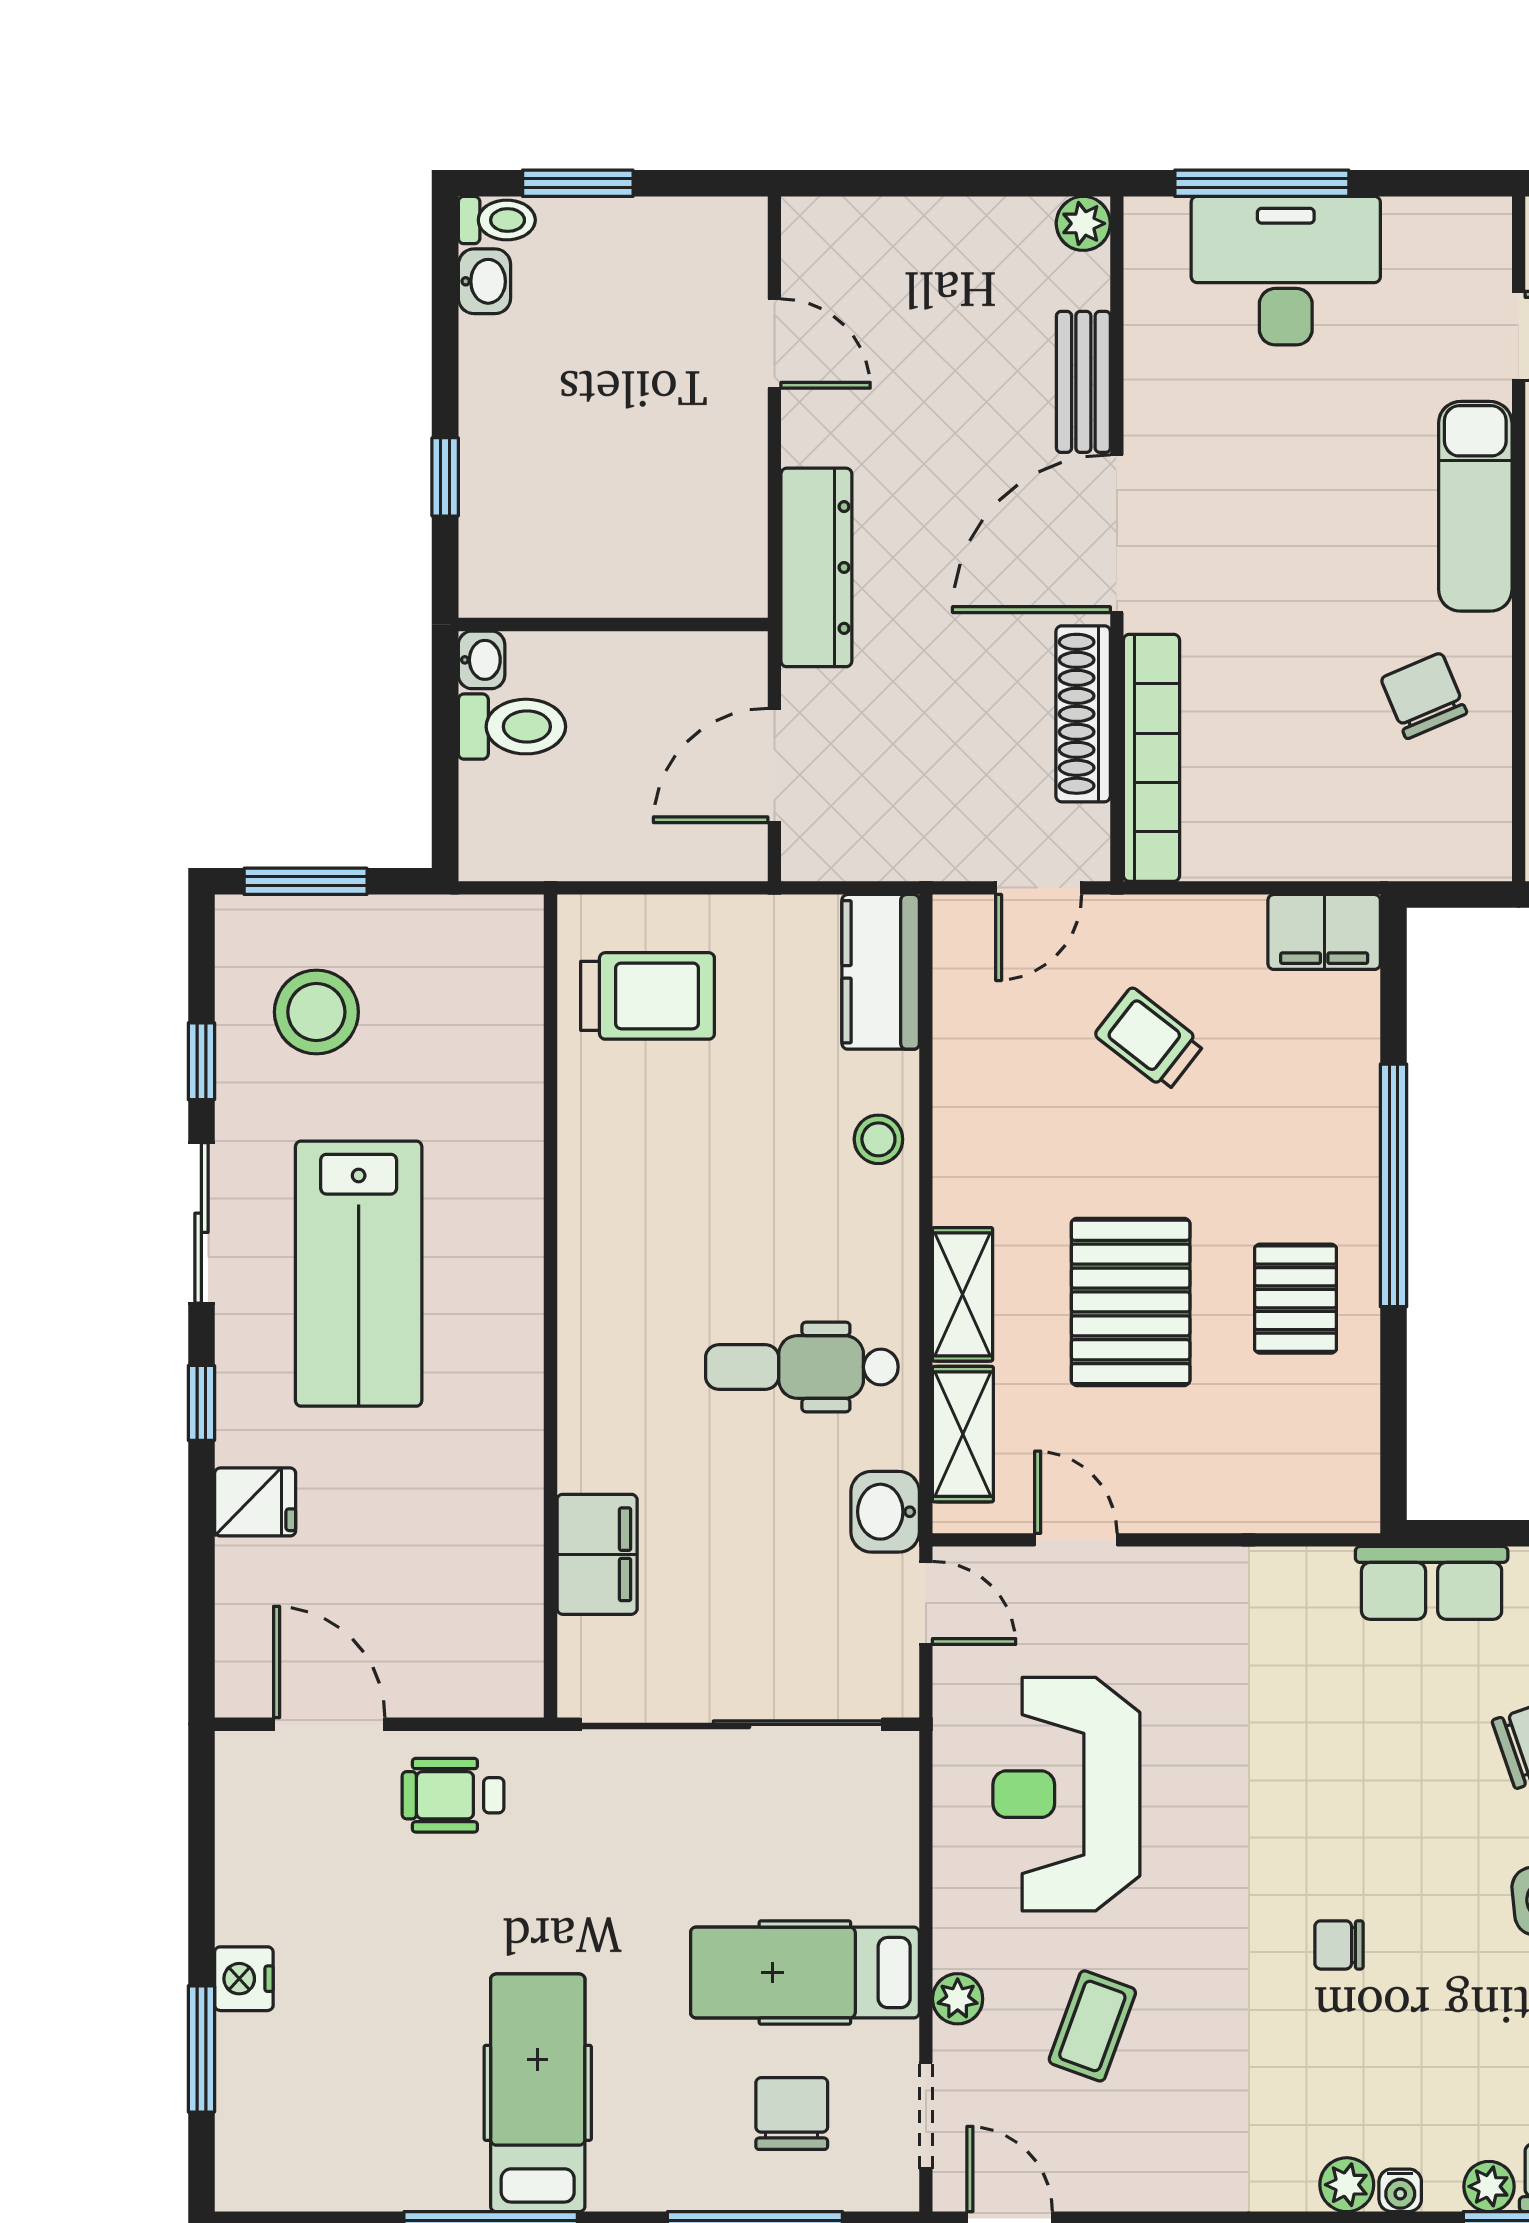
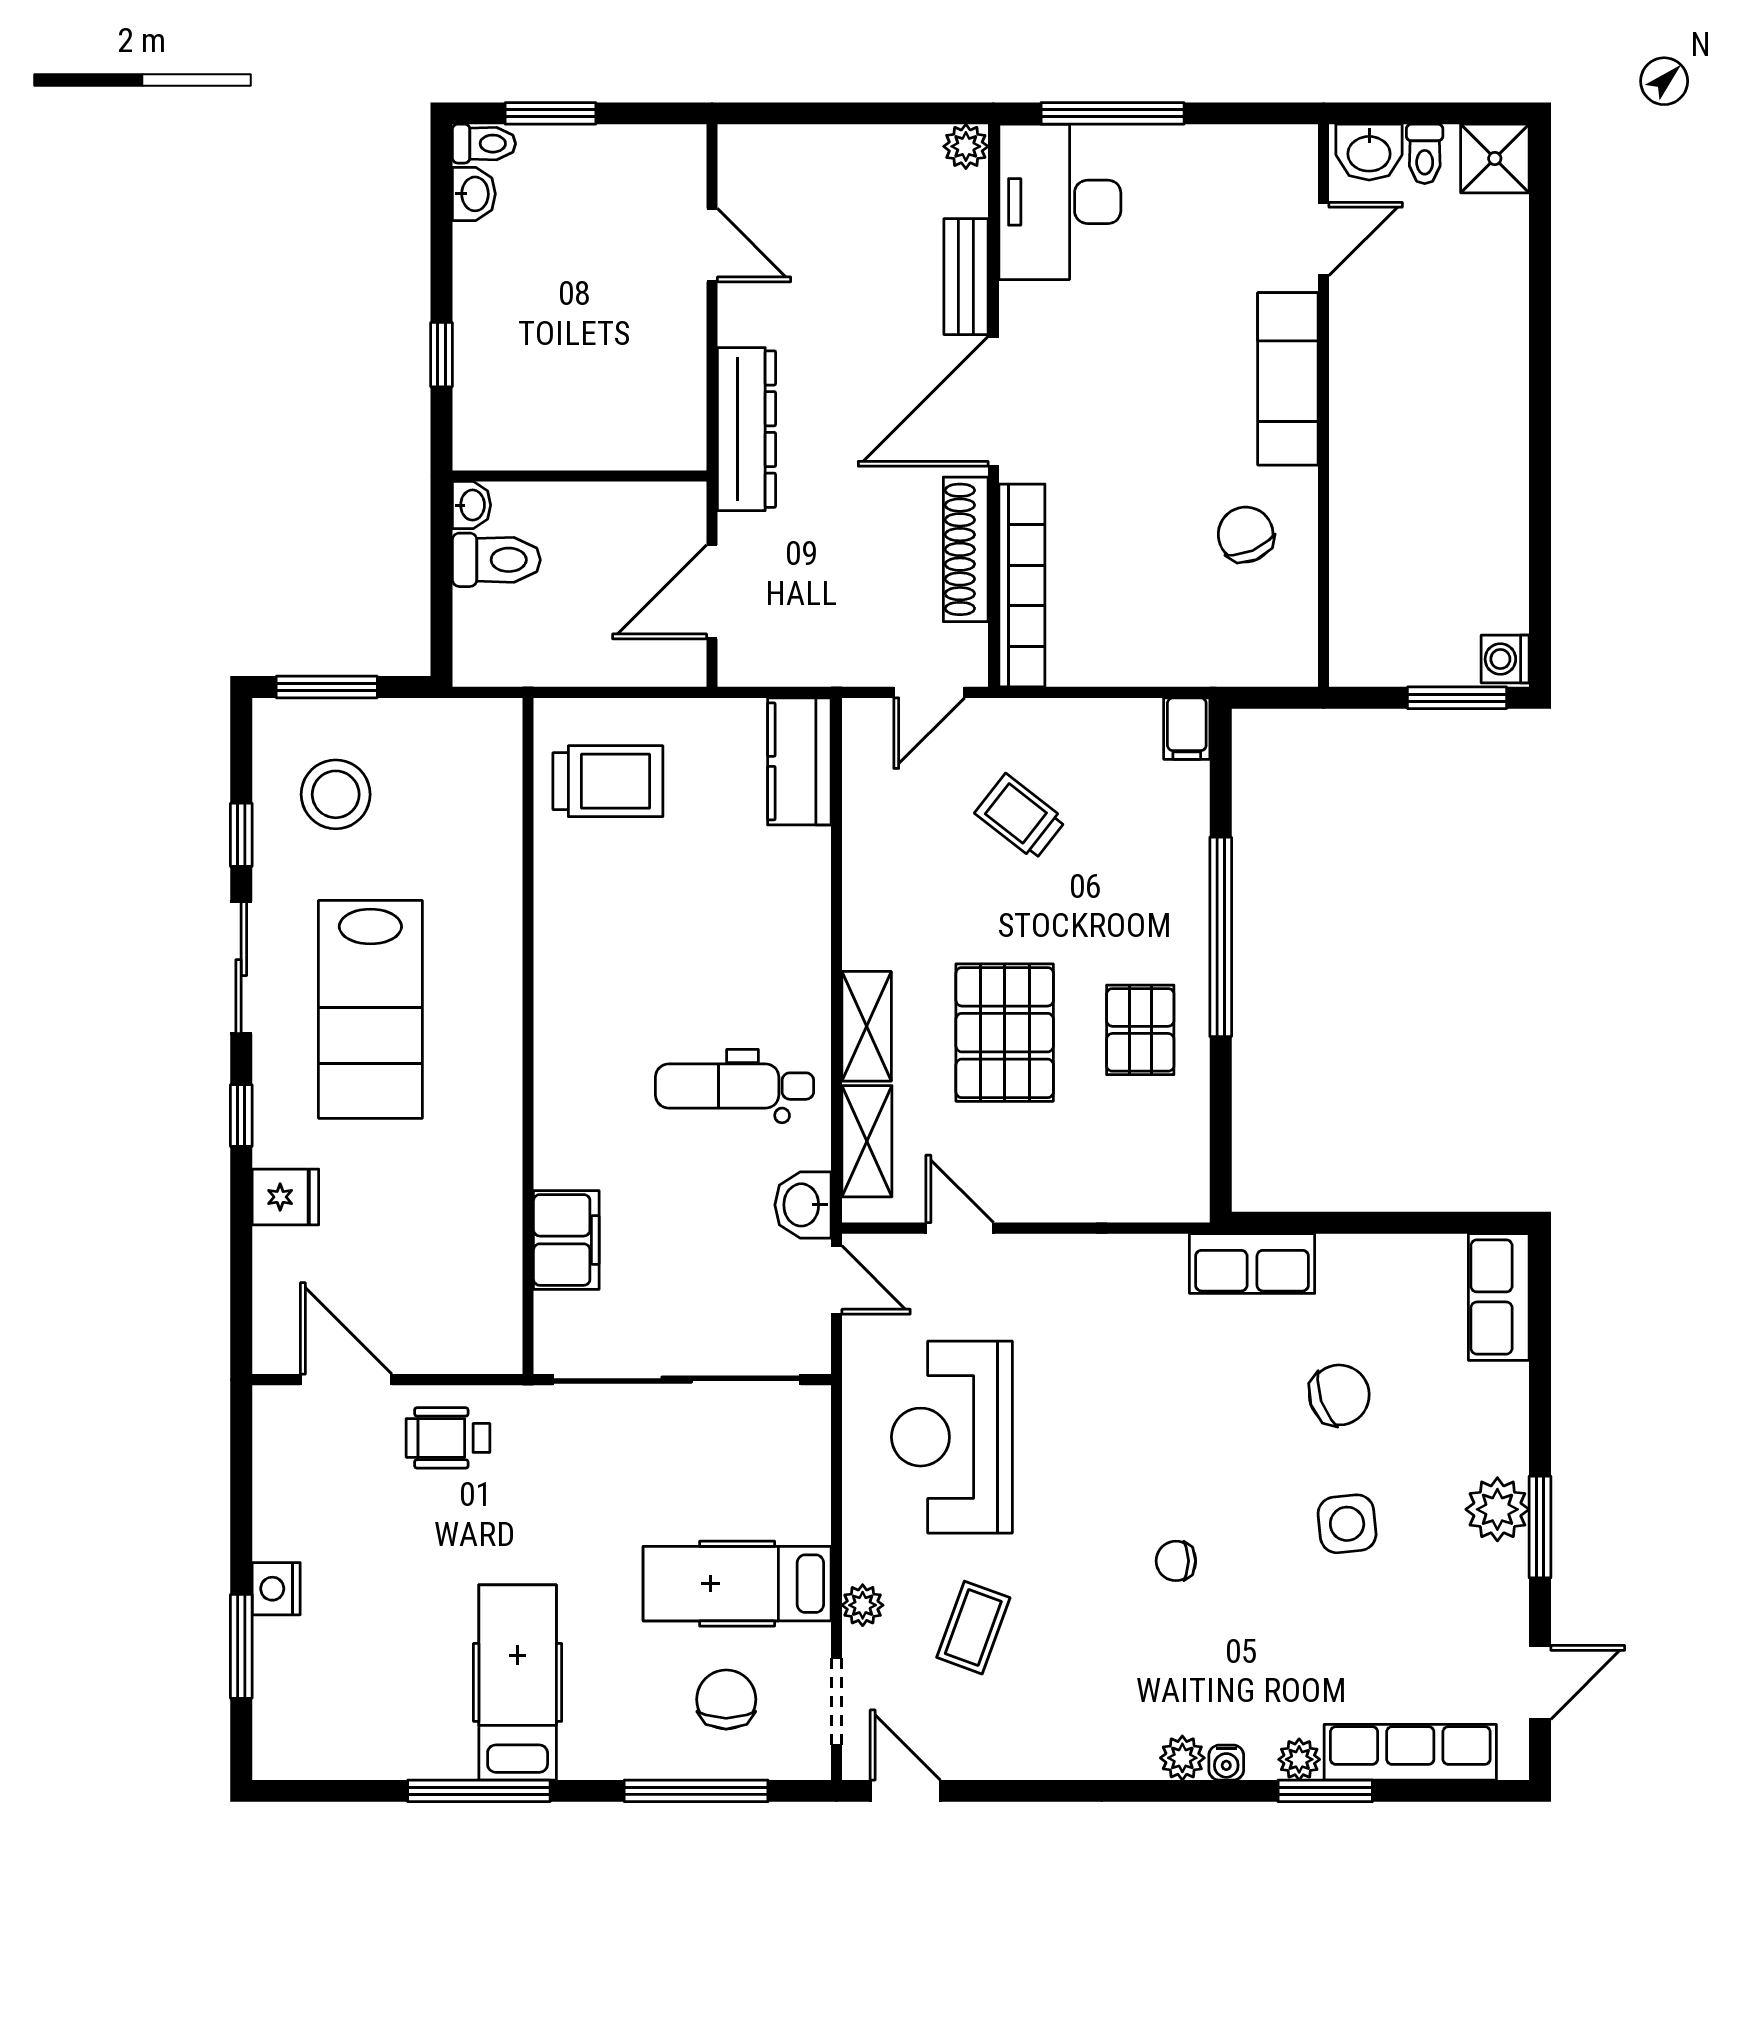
desk: (1286, 271) -> (1060, 202), moved, turned -90
filing cabinet: (1324, 932) -> (1187, 729), width x0.50
stool: (878, 1139) -> (798, 899), removed

